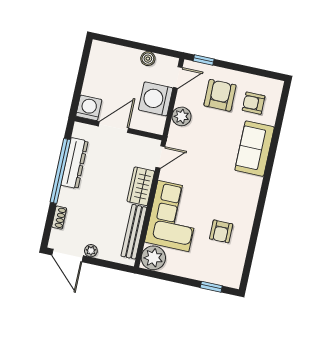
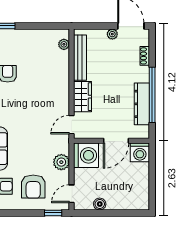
washing machine: (156, 99) -> (86, 155), moved
corner sofa: (173, 216) -> (50, 78), removed
plant: (153, 258) -> (64, 44), width x0.53, depth x0.53

